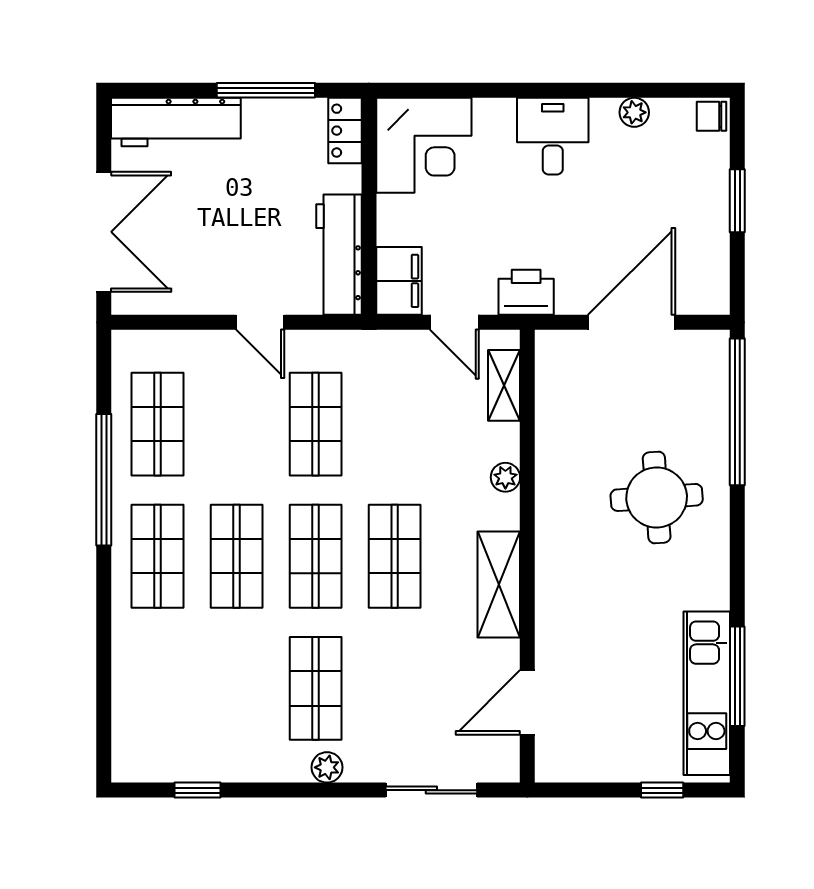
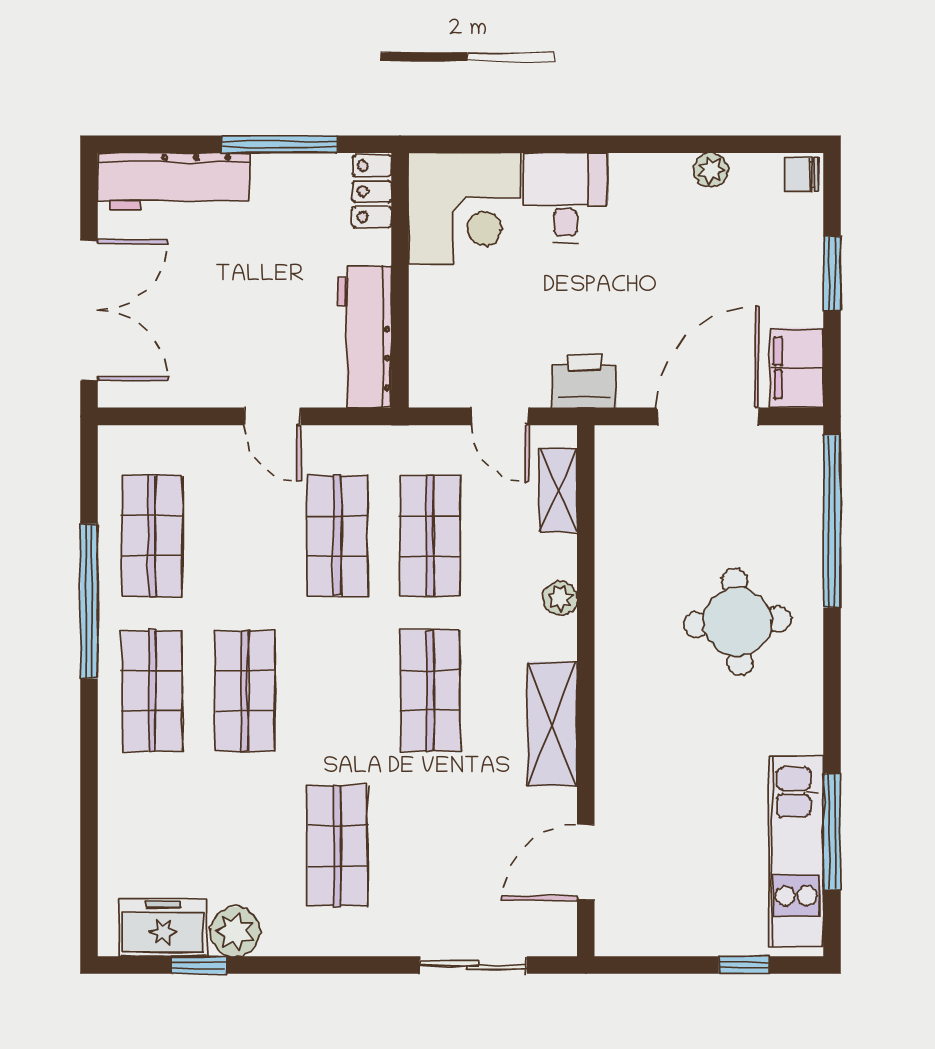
desk: (553, 136) -> (565, 198), moved
filing cabinet: (399, 281) -> (797, 368), moved, turned 180
shop shelf: (316, 556) -> (430, 536), moved
freezer: (167, 758) -> (163, 928), added
plant: (327, 767) -> (235, 932), moved, width x1.38, depth x1.38

